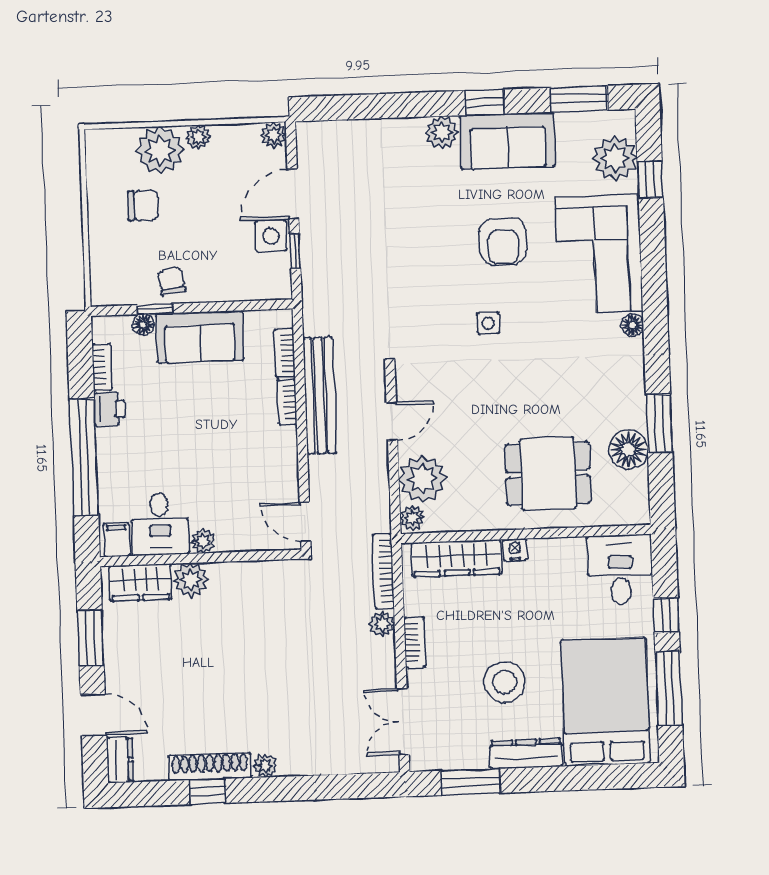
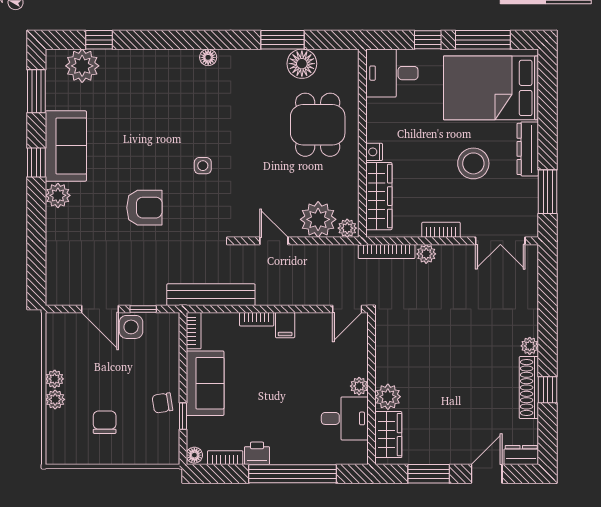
plant: (274, 135) -> (55, 322), removed
plant: (160, 150) -> (55, 399), width x0.53, depth x0.53
armchair: (503, 241) -> (144, 208), moved
corner sofa: (599, 254) -> (154, 81), removed
floor lamp: (143, 325) -> (194, 455), moved
bookcase: (285, 353) -> (194, 331), moved, turned -90
bench: (320, 396) -> (211, 295), moved
filing cabinet: (117, 540) -> (285, 325), moved, turned -90

